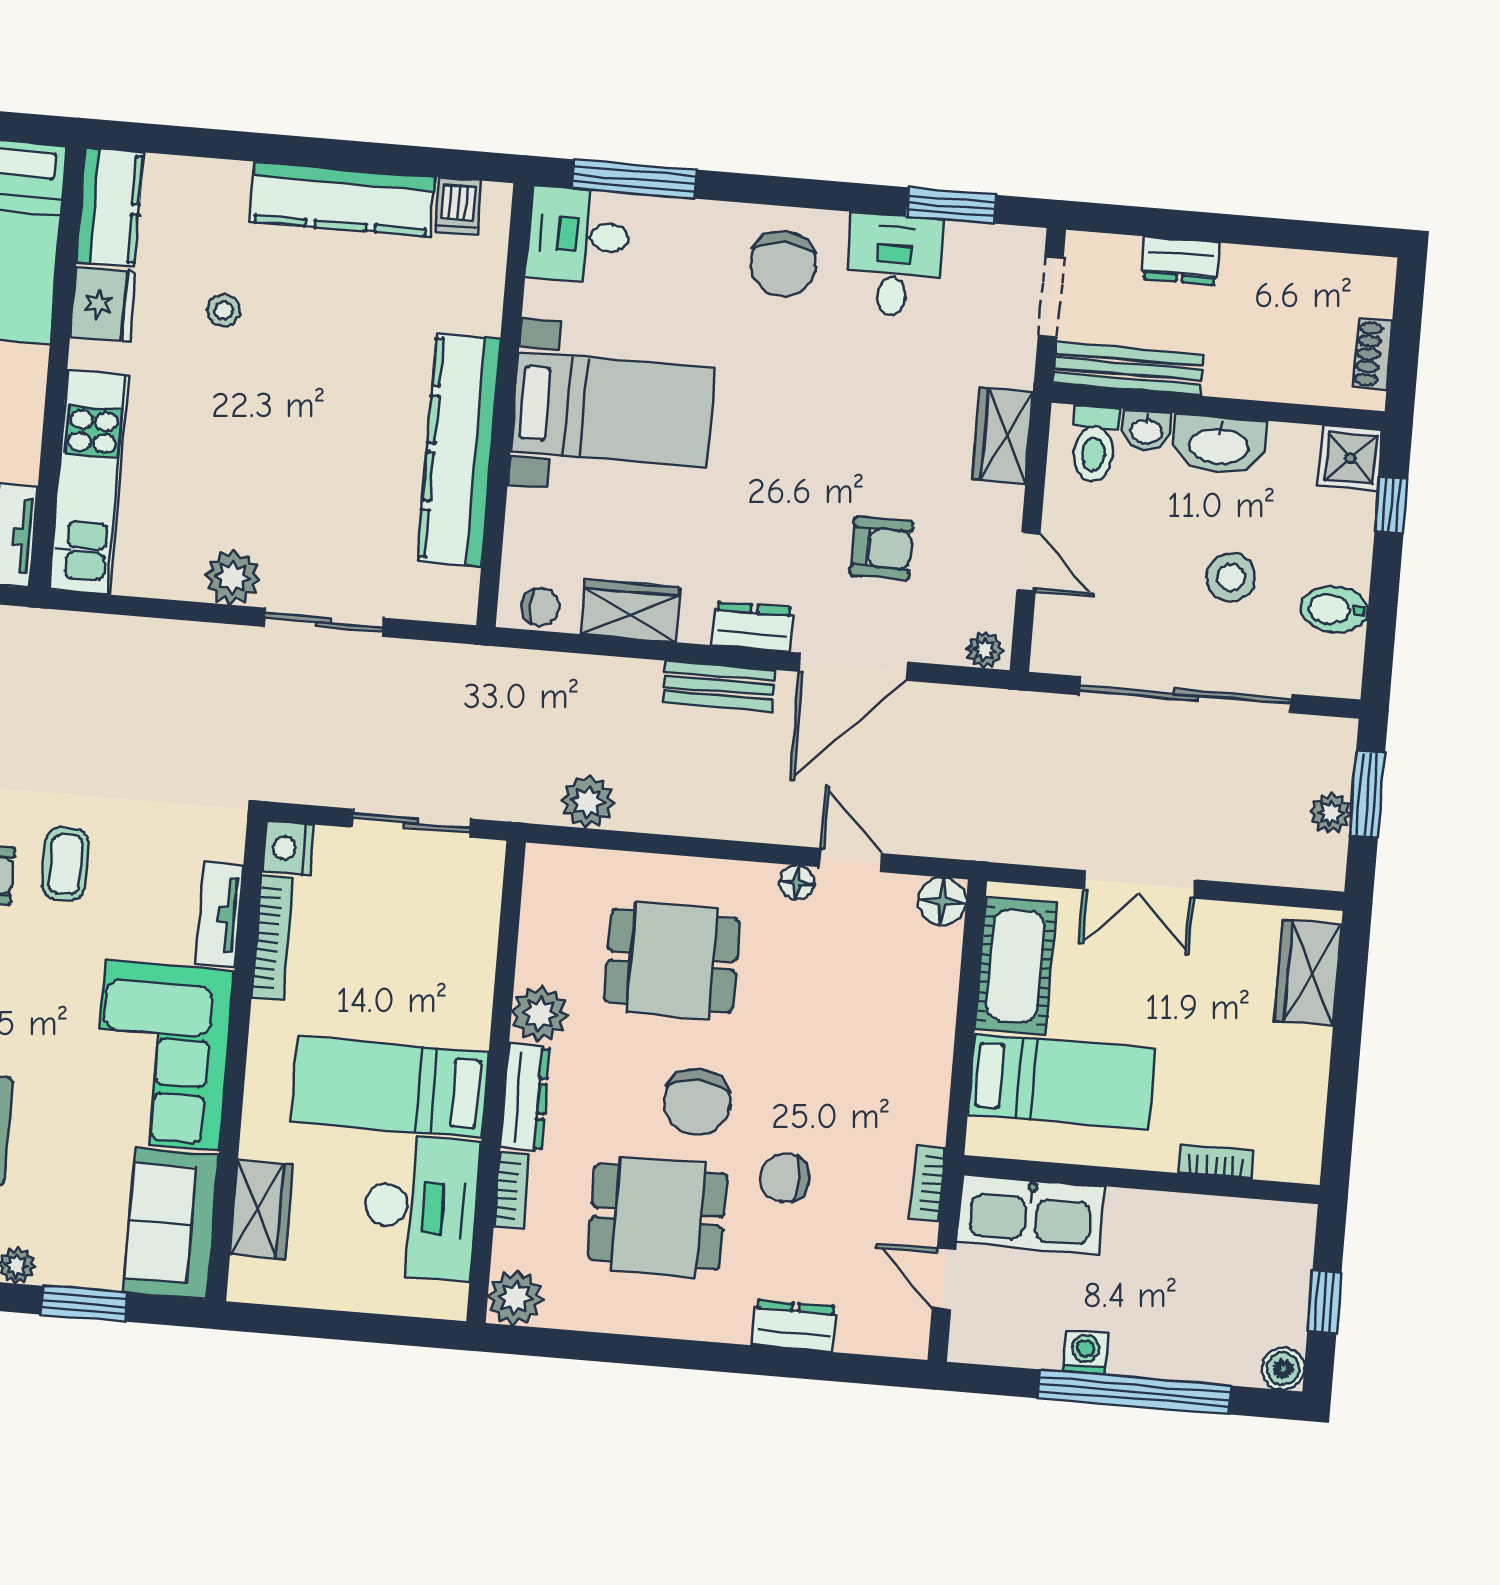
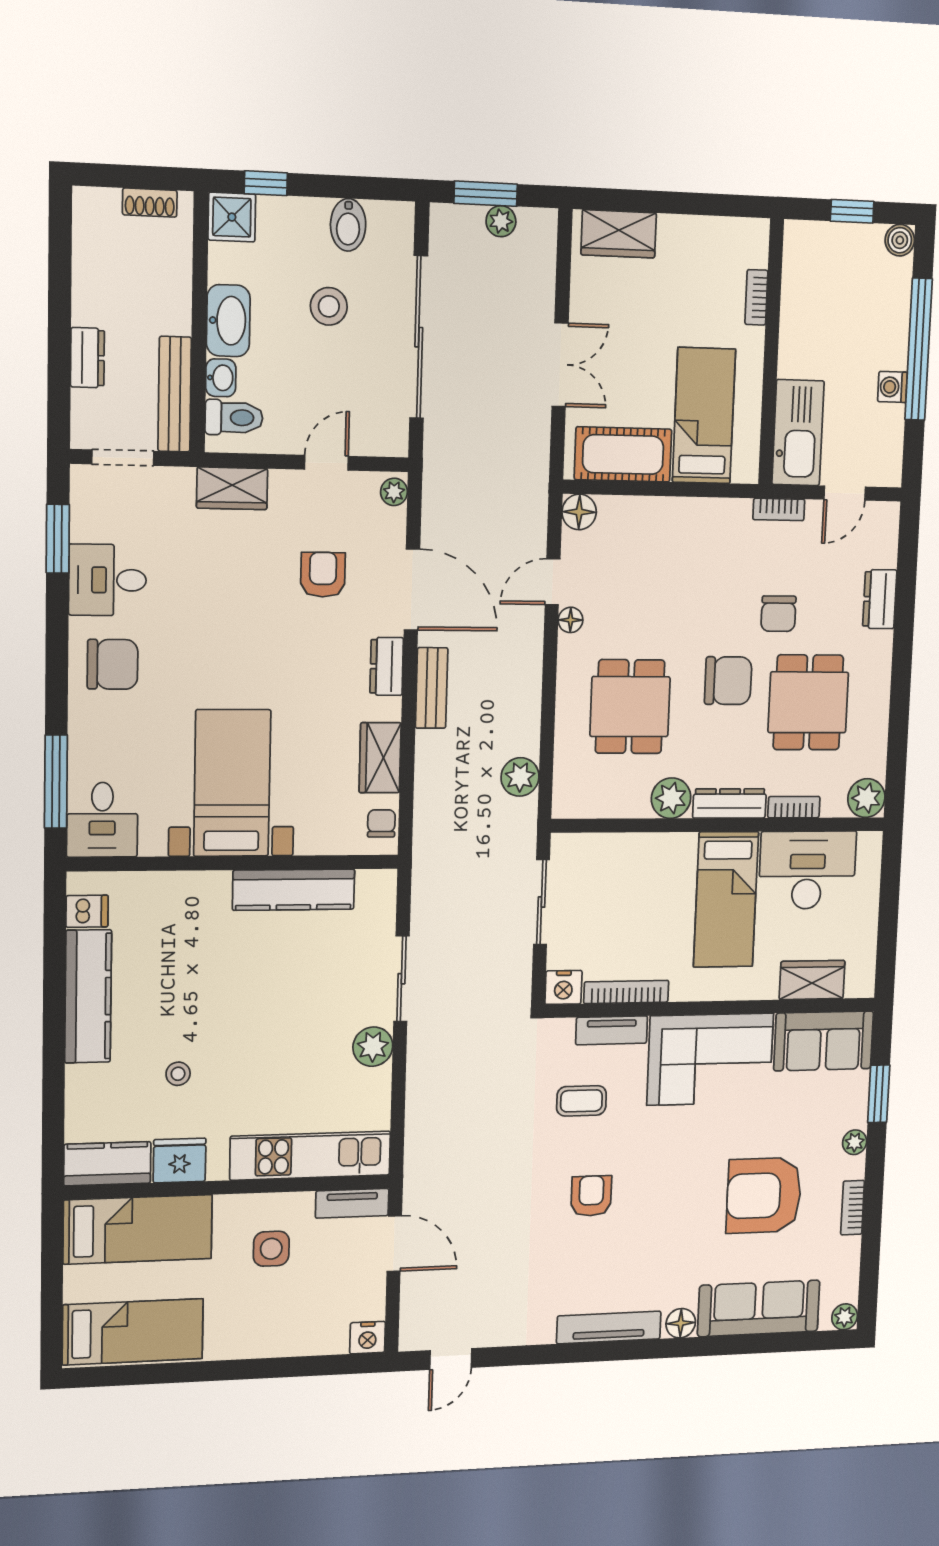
kitchen counter: (459, 450) -> (294, 890), width x0.72, depth x0.86
coffee table: (65, 864) -> (581, 1101), moved

